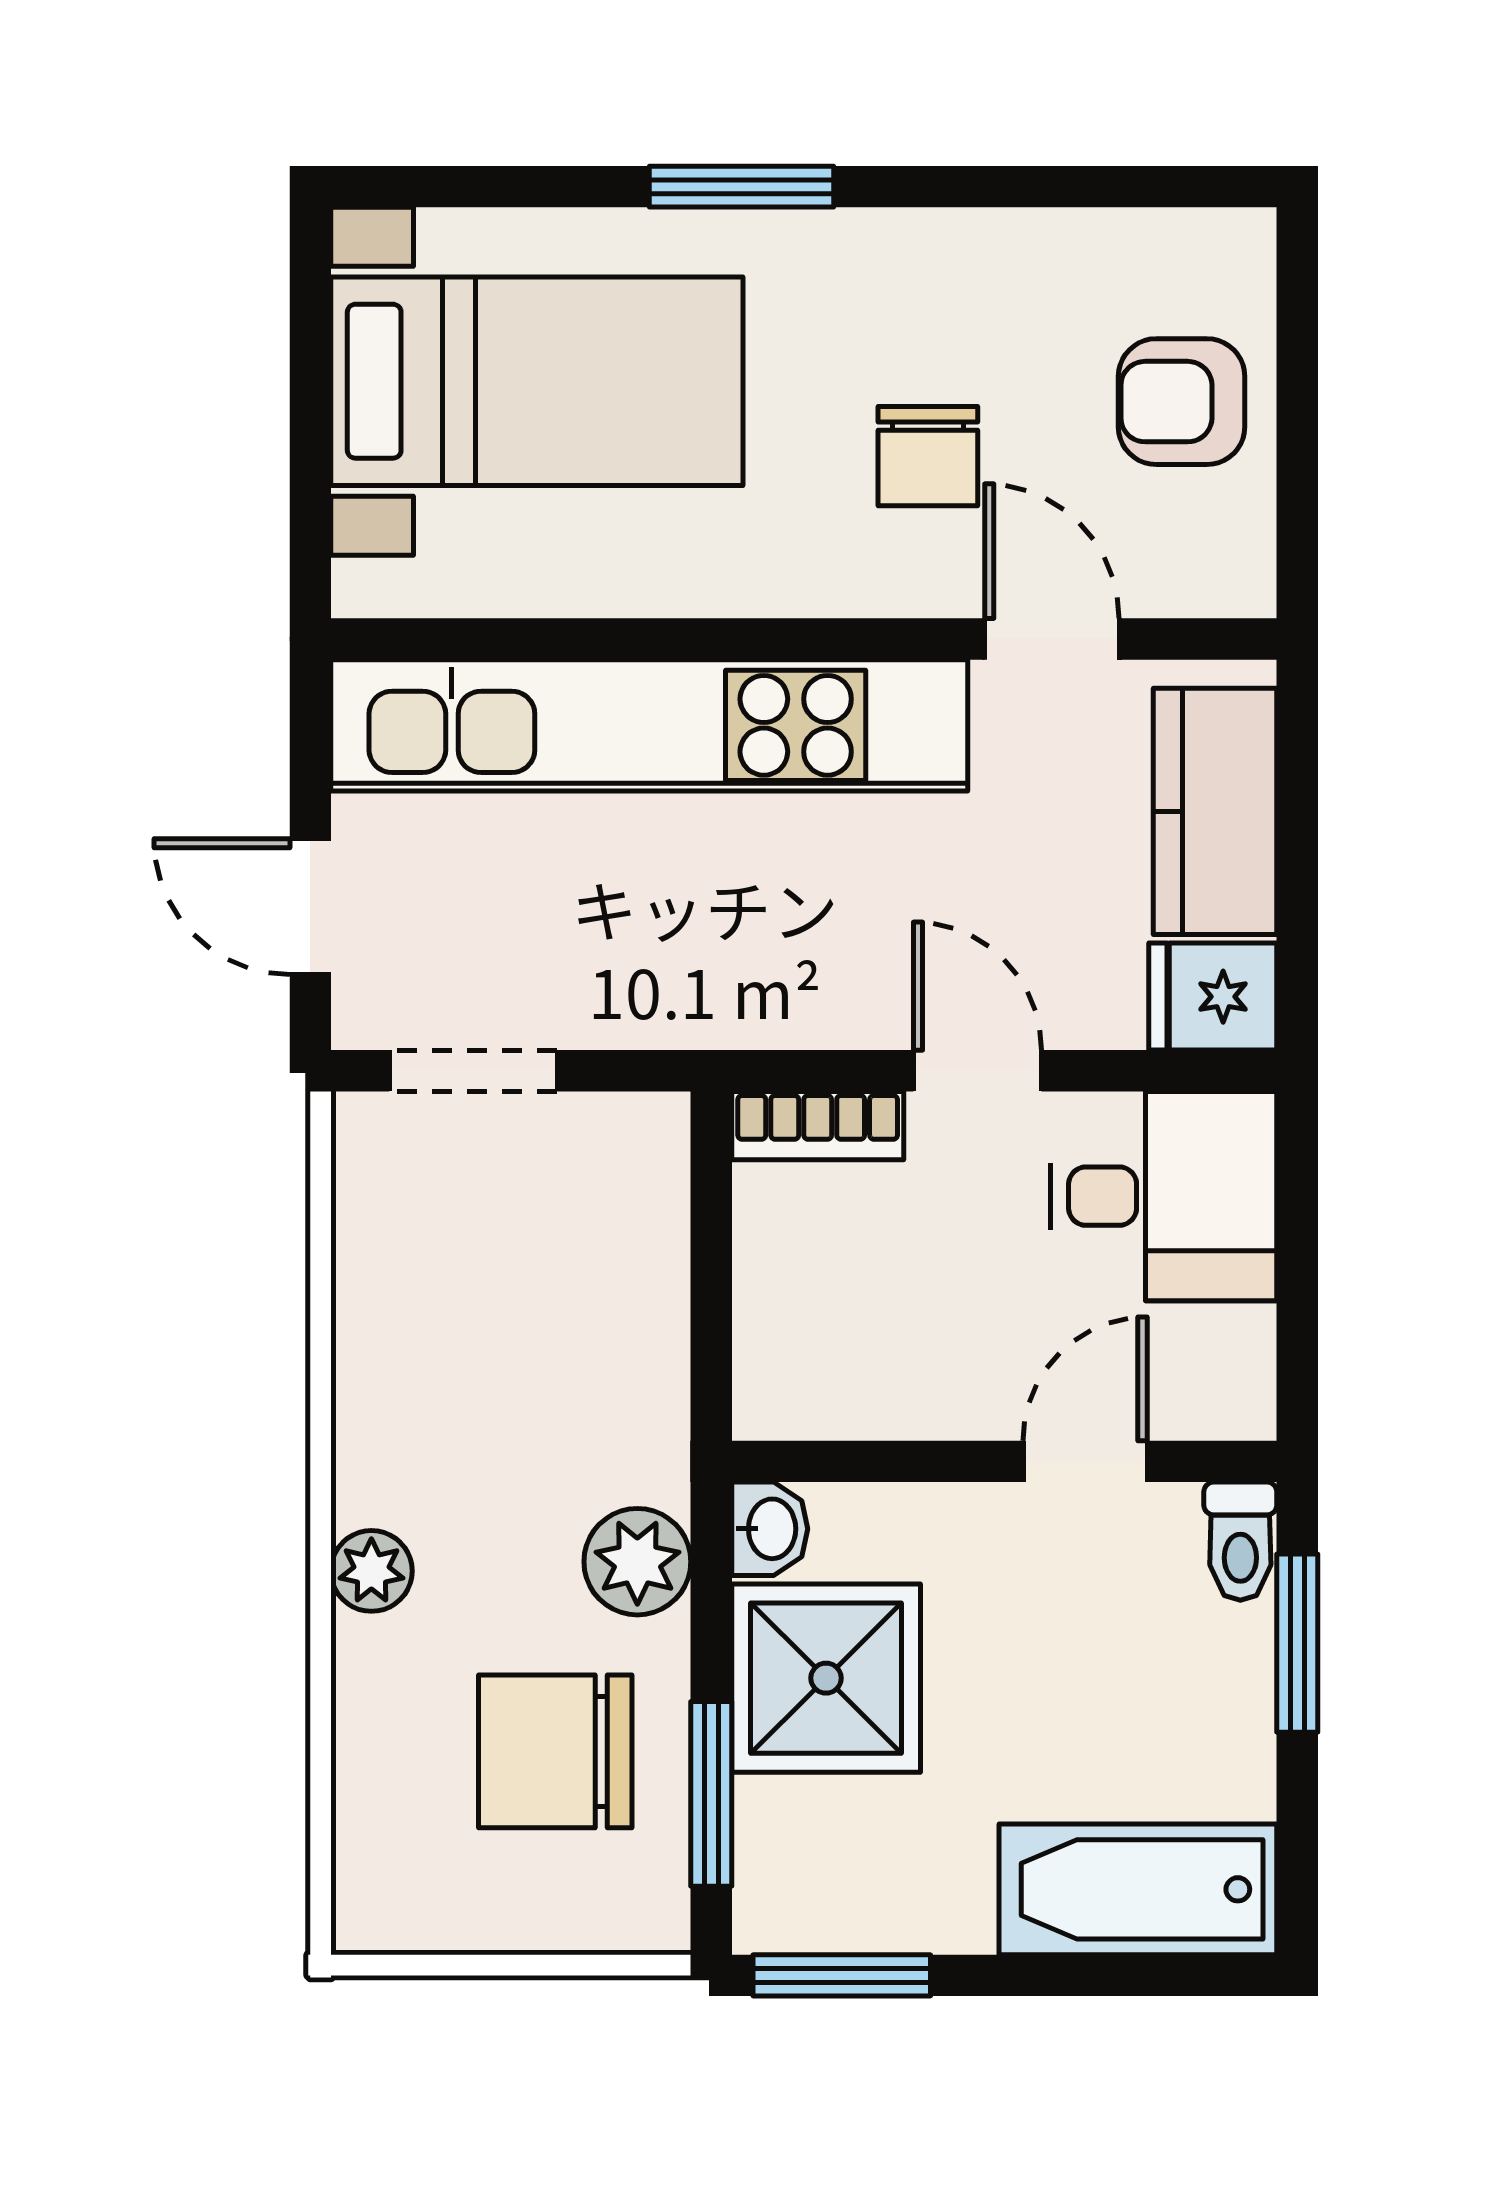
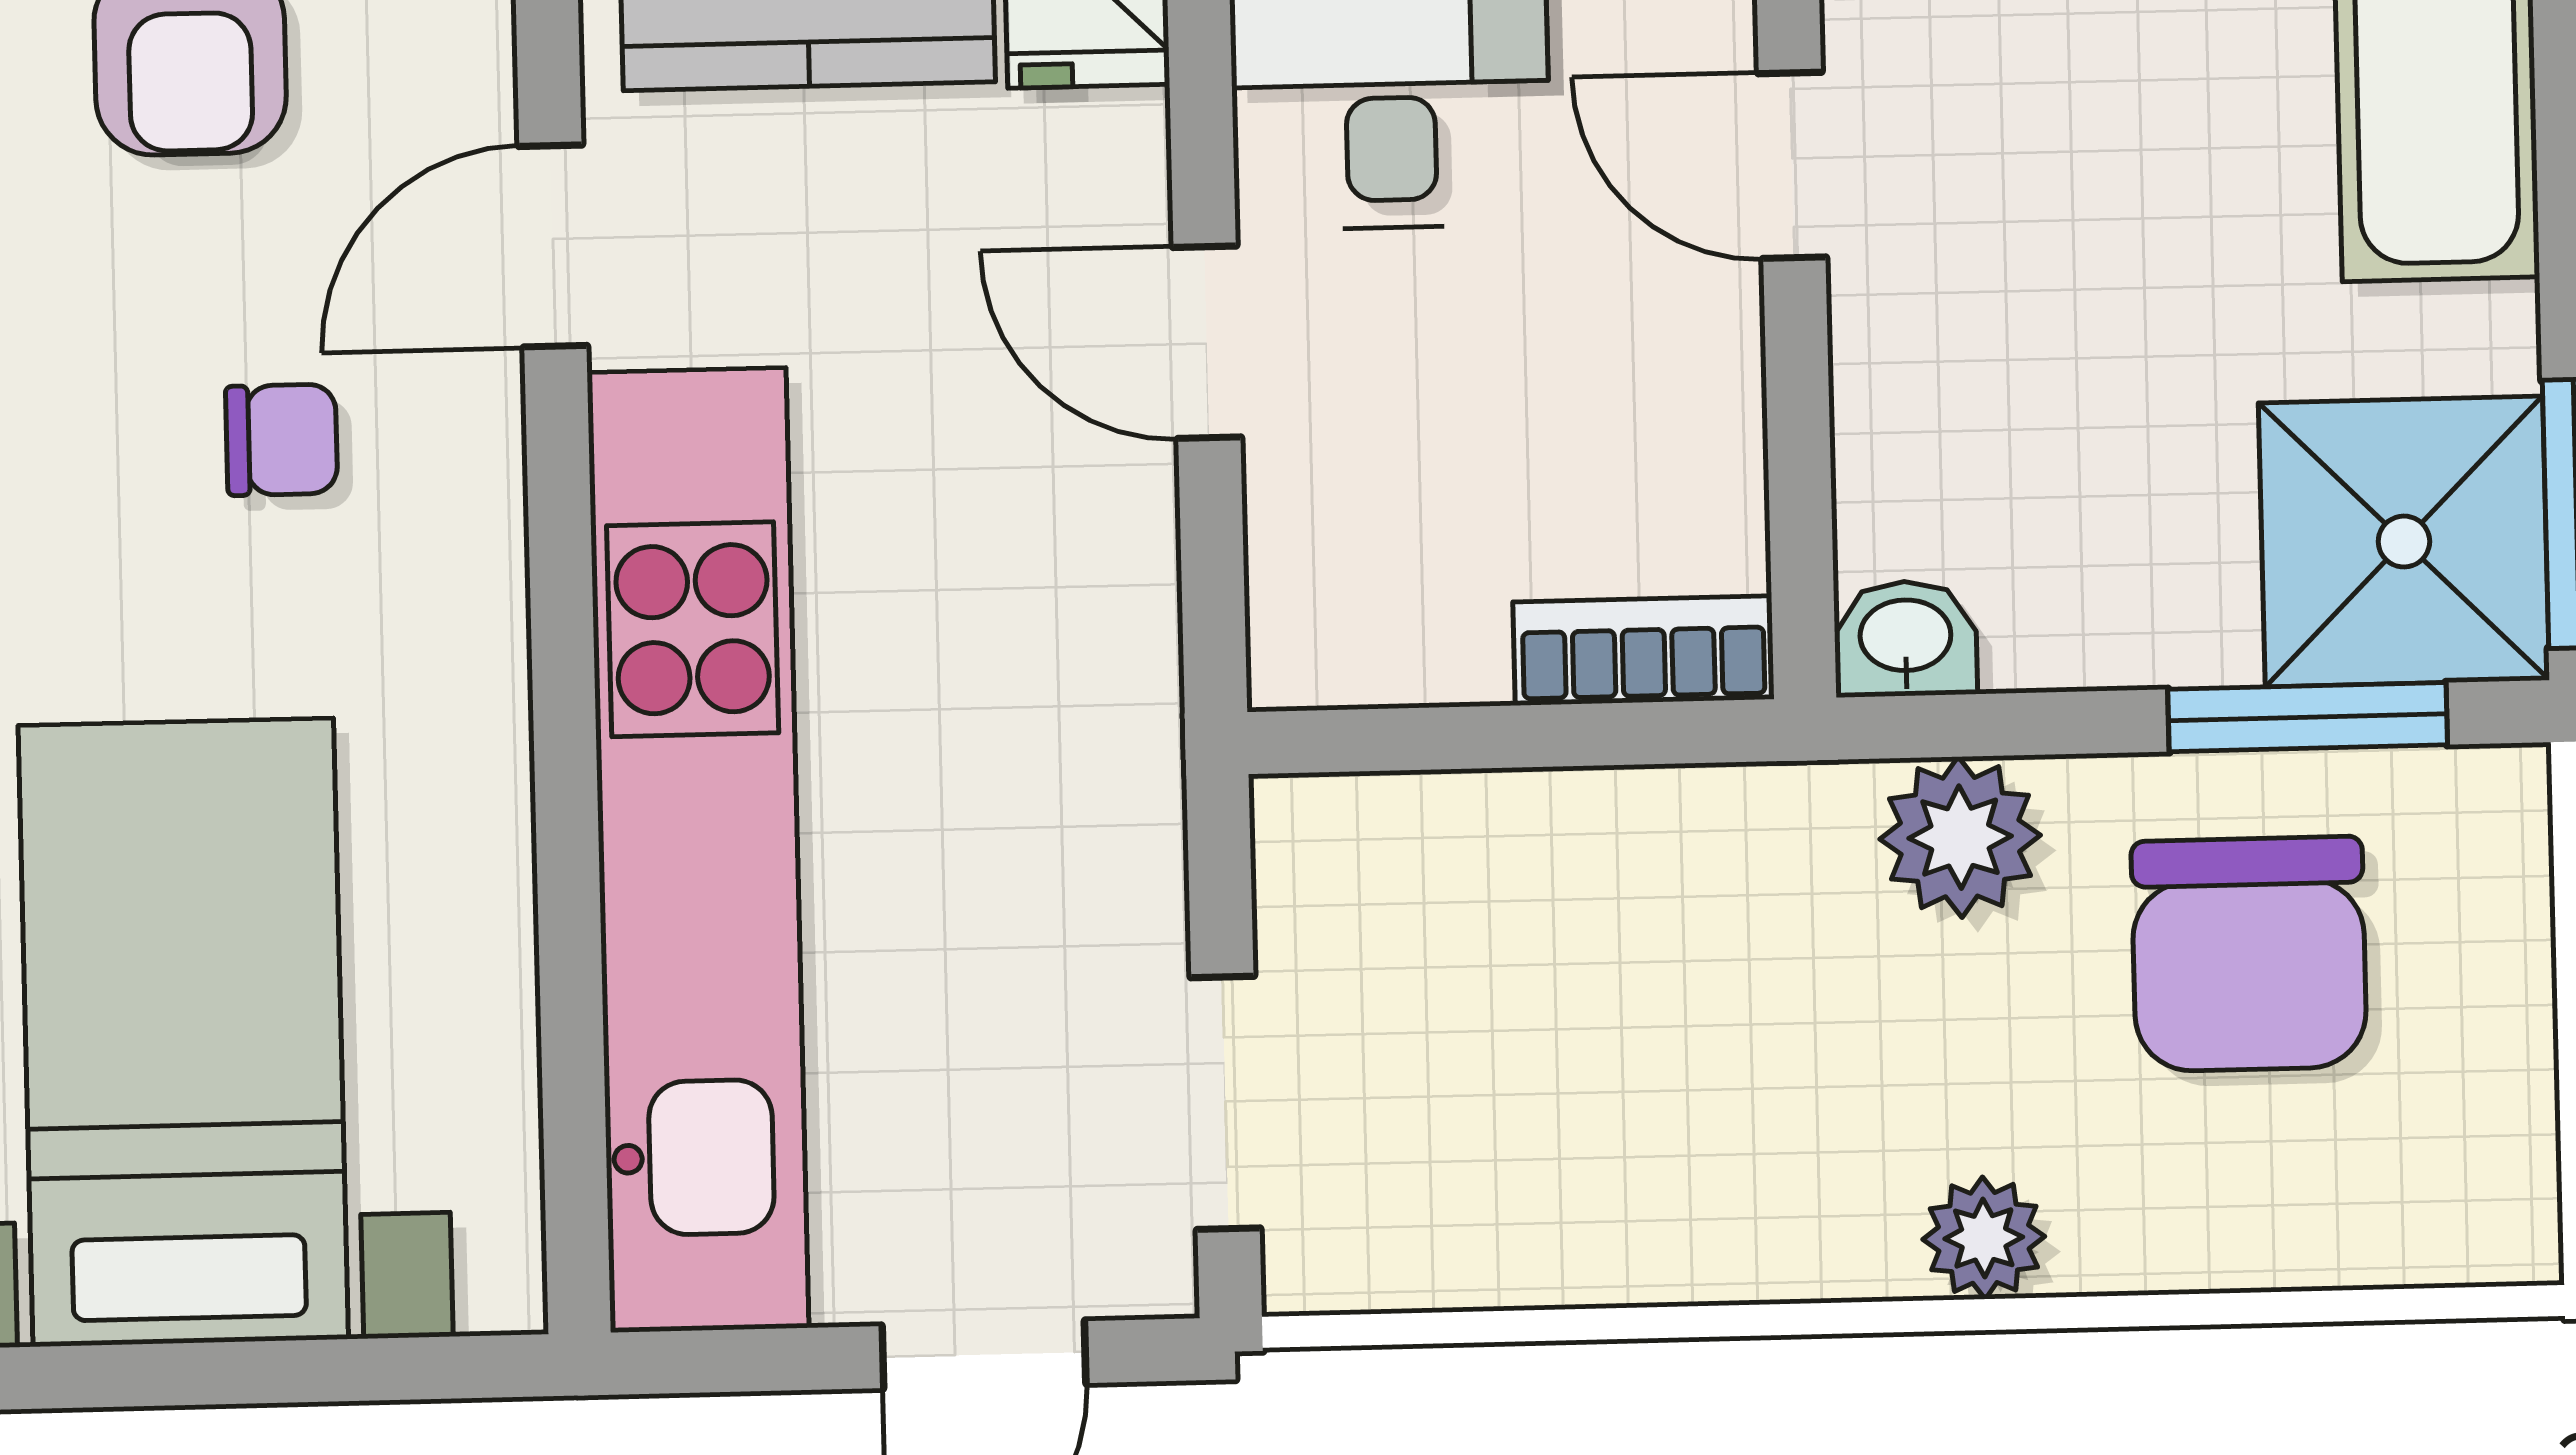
chair: (928, 456) -> (282, 440), width x0.73, depth x0.73
door: (977, 1071) -> (1207, 342), hinge flipped
bookcase: (818, 1126) -> (1643, 650), moved, turned -90
shower: (826, 1678) -> (2404, 542), moved

